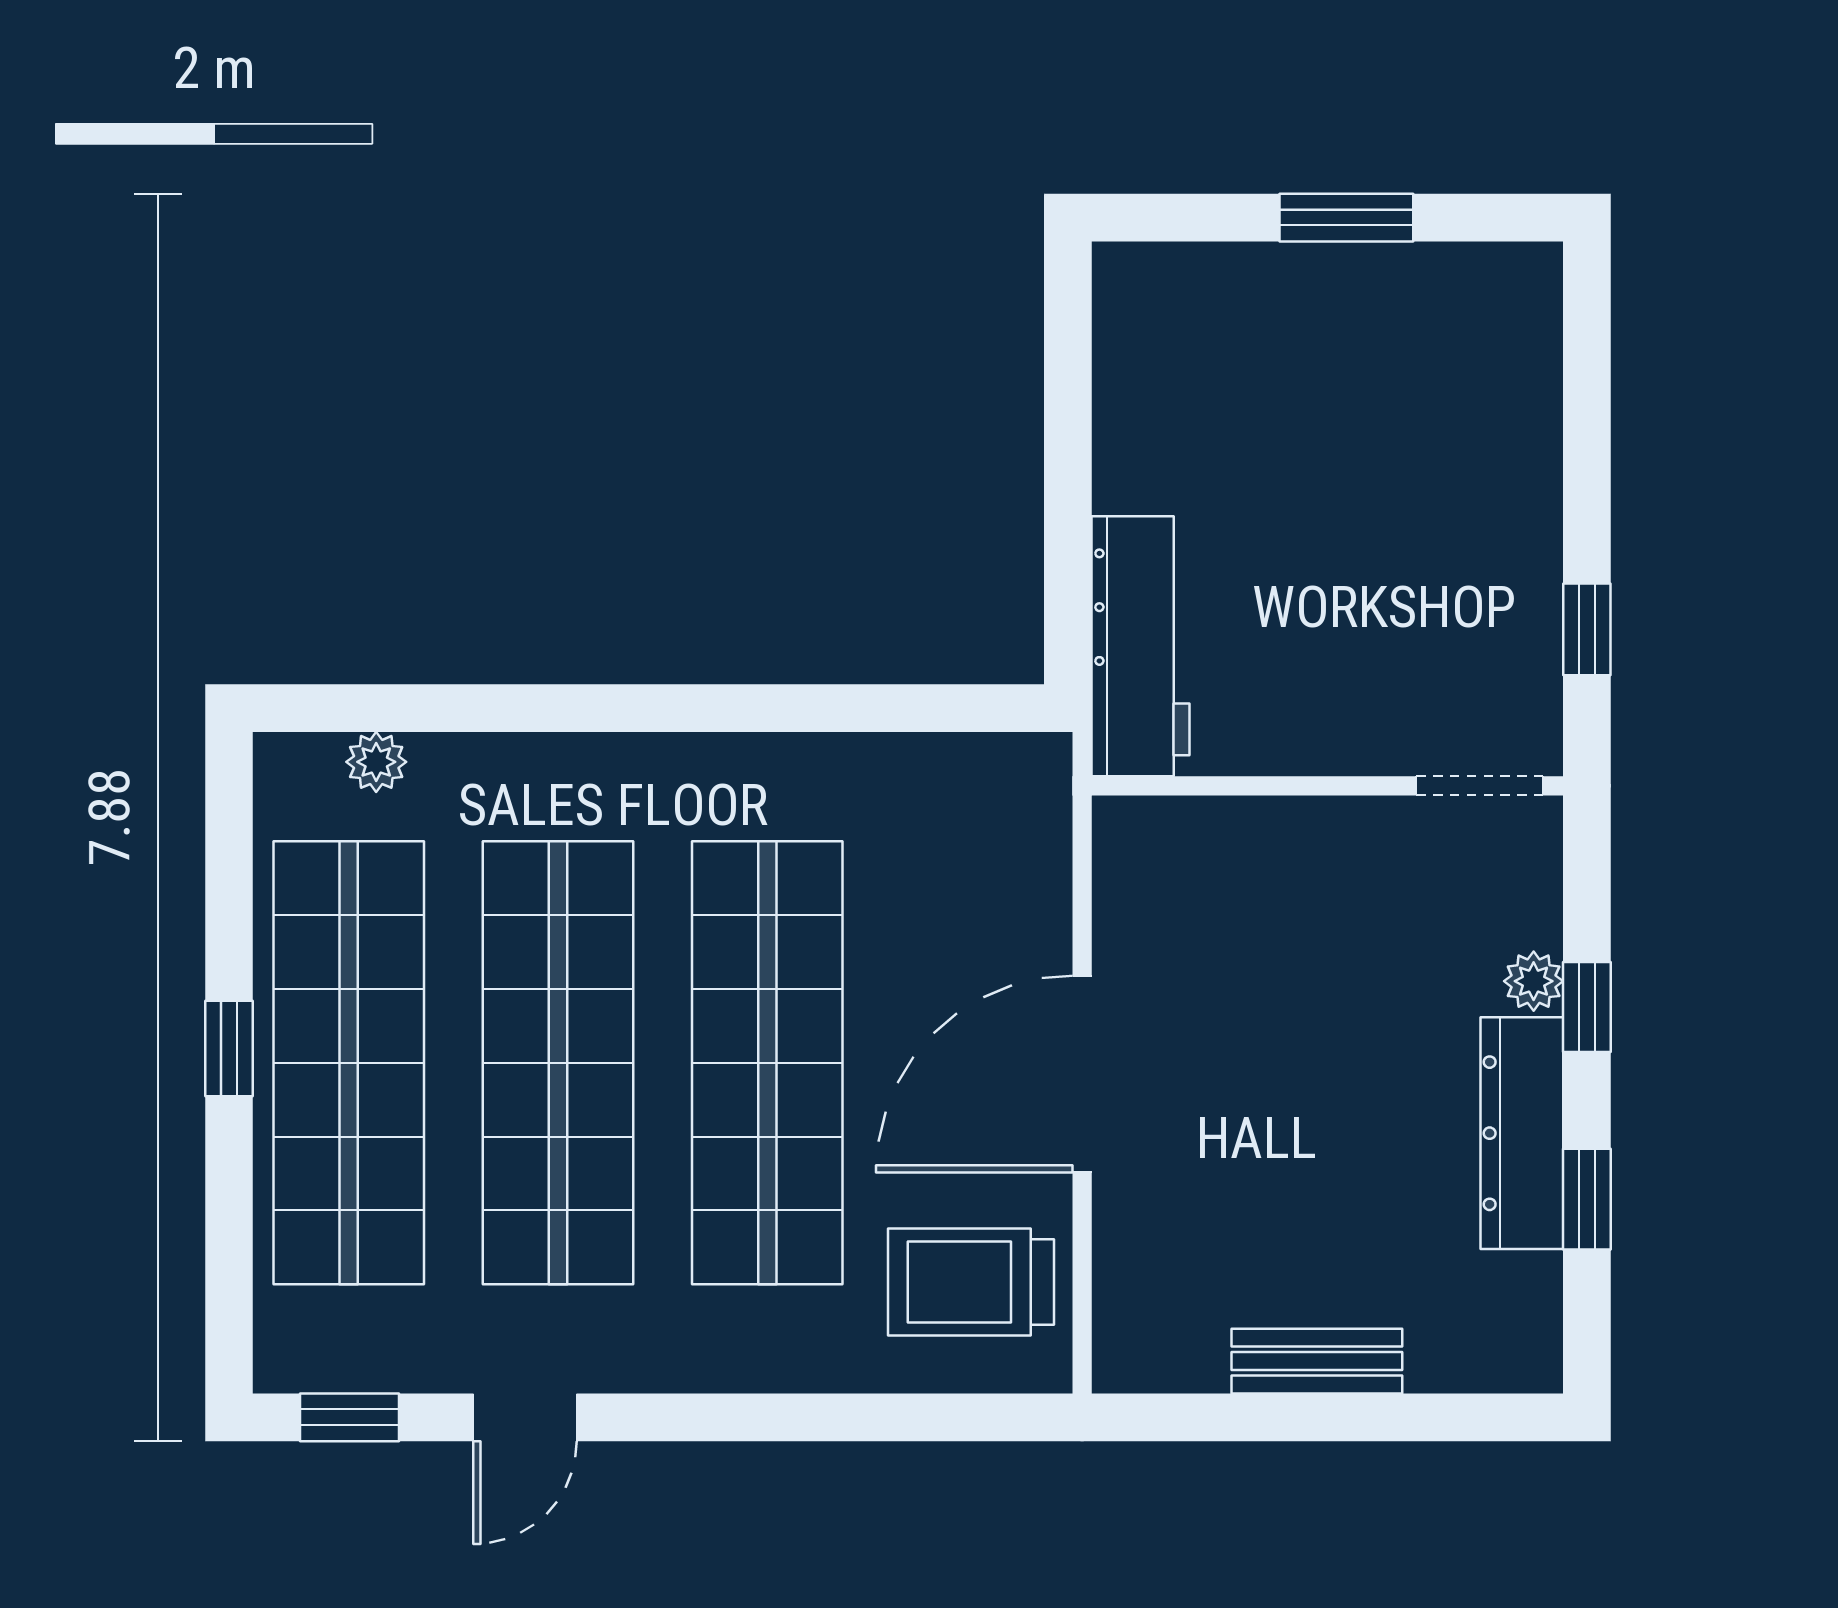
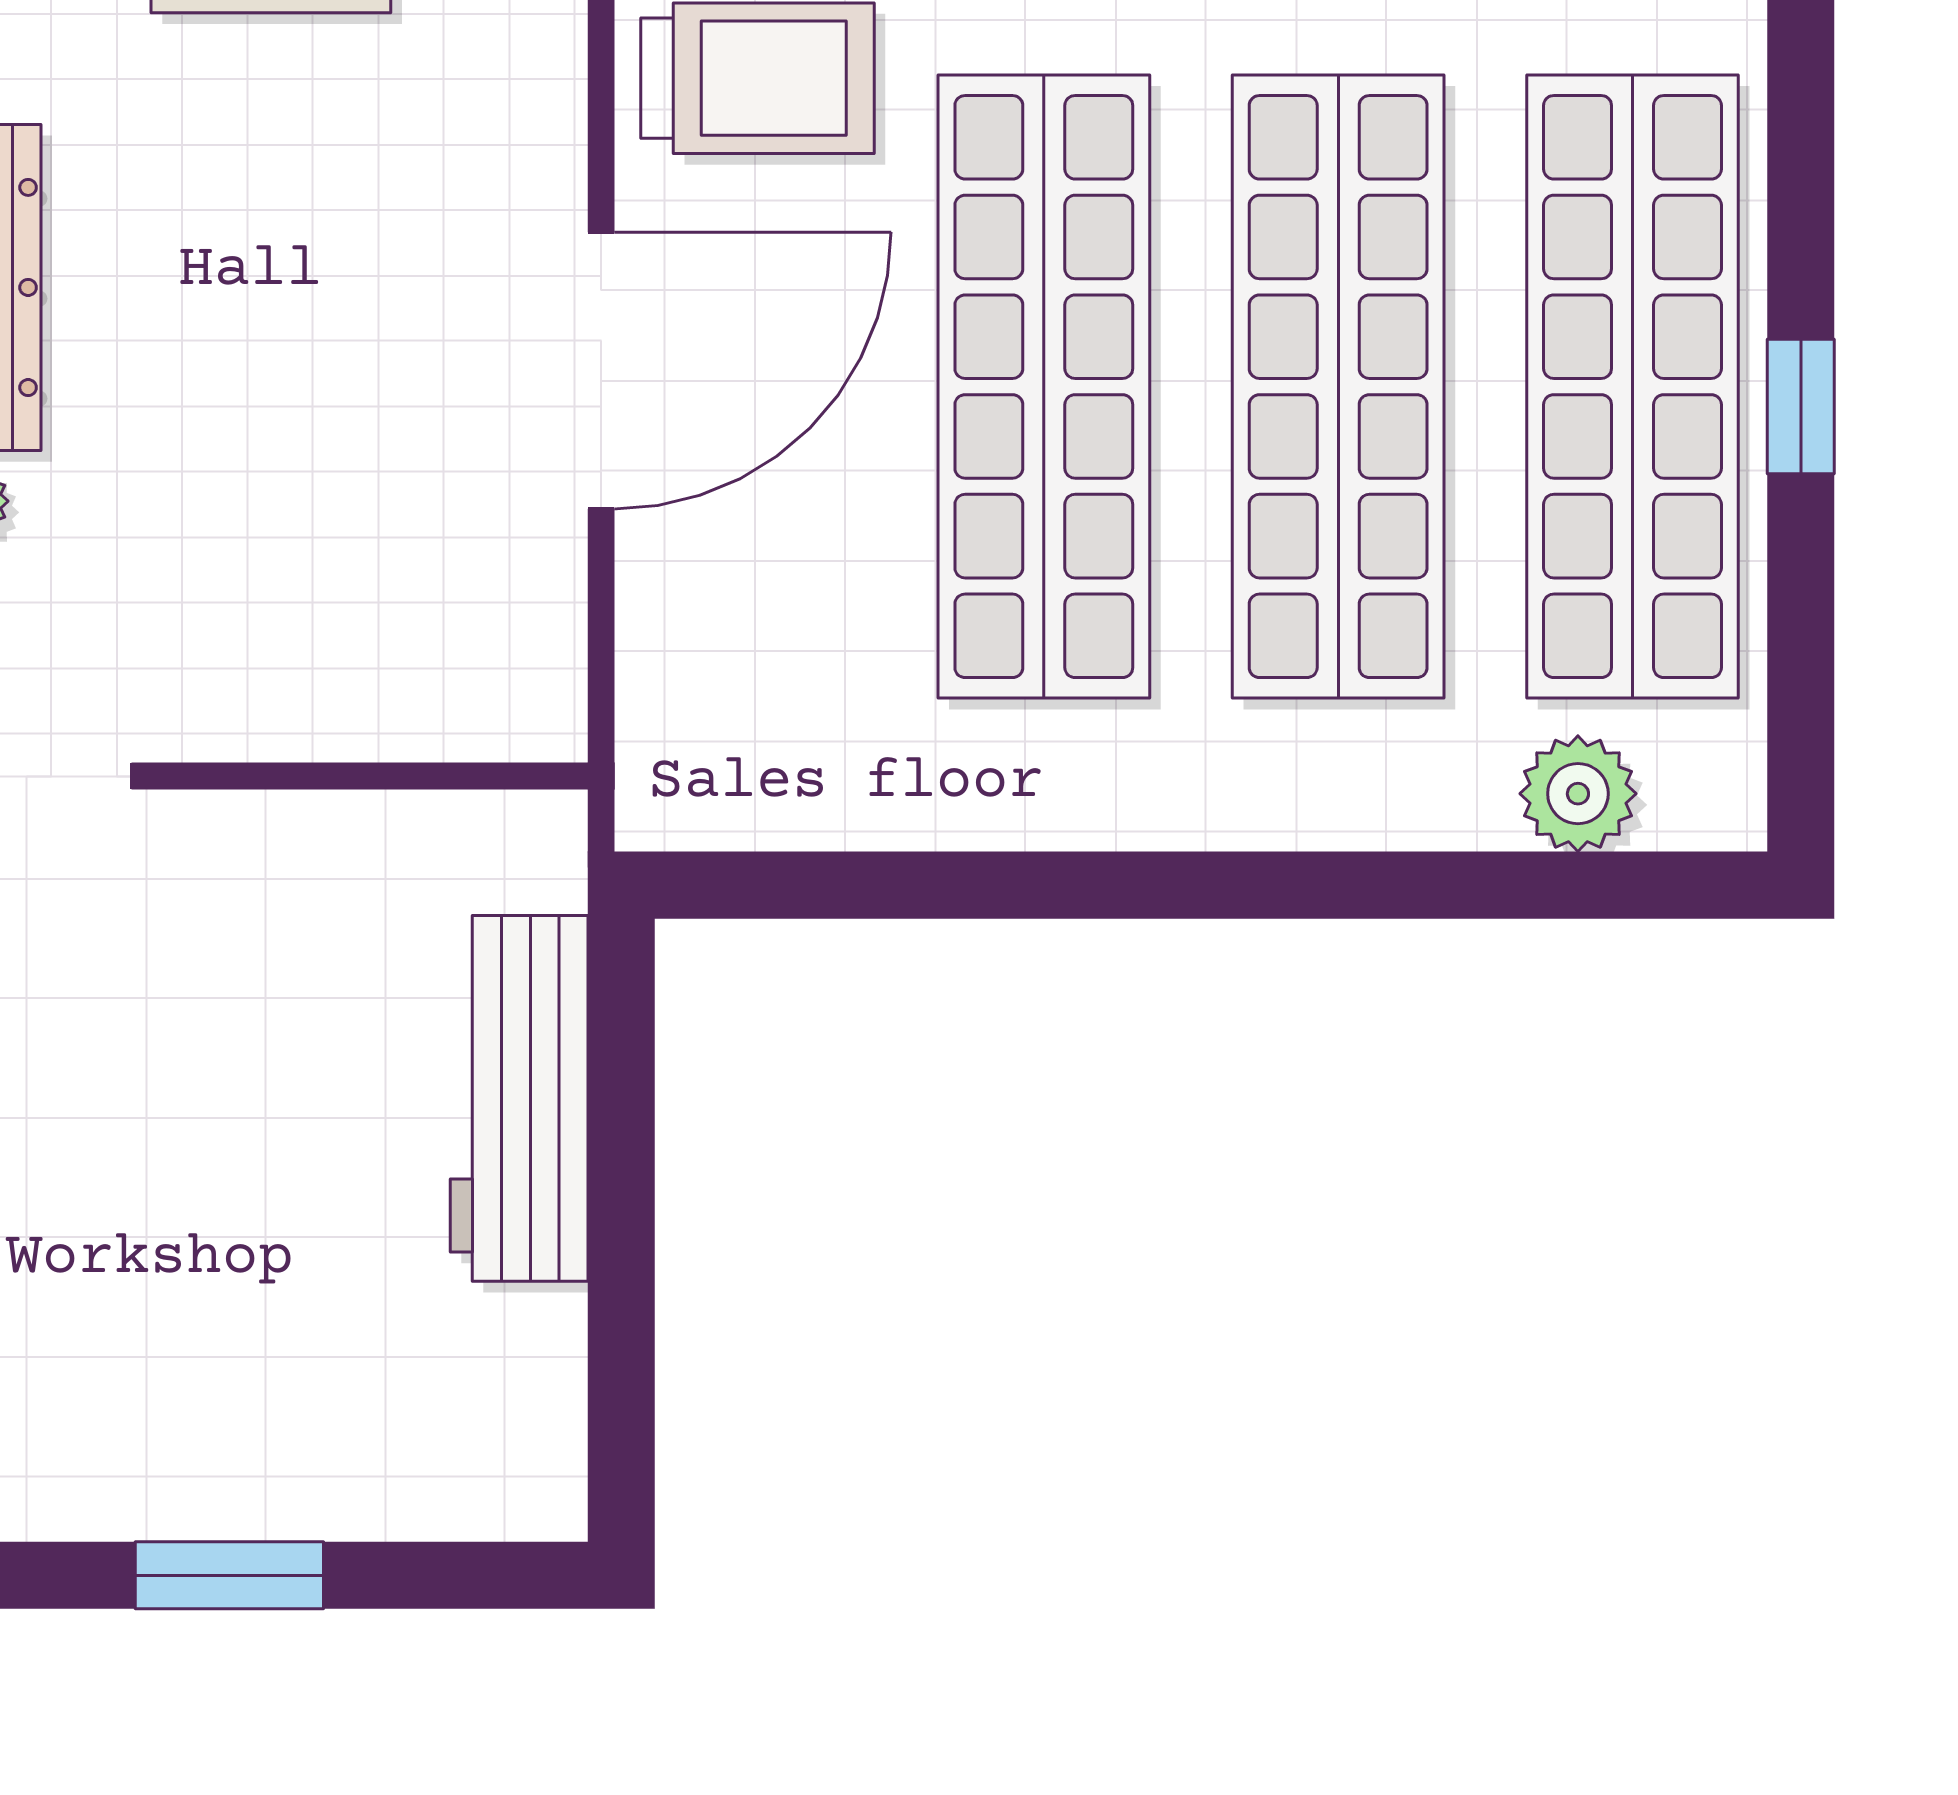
workbench: (1140, 646) -> (519, 1098), moved
plant: (376, 762) -> (1578, 794), width x1.38, depth x1.38

